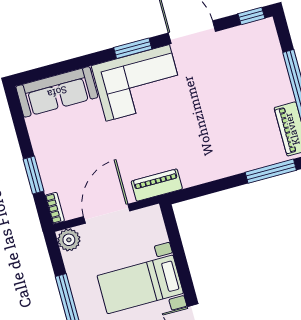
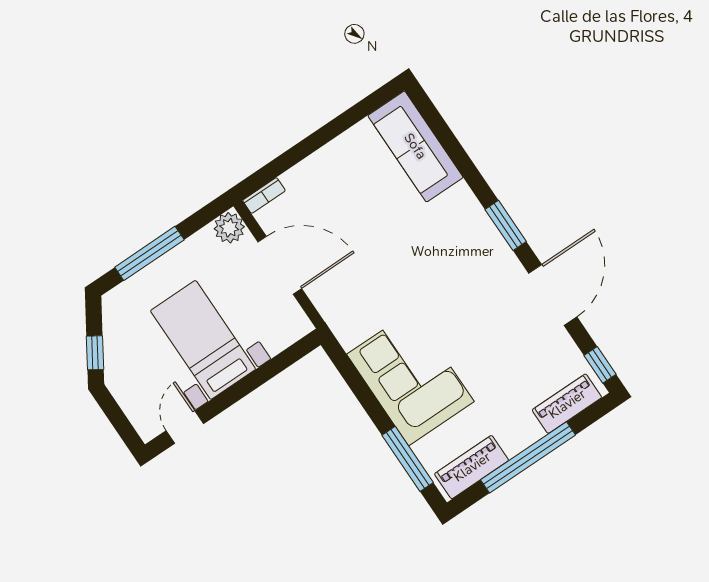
corner sofa: (138, 83) -> (410, 378), moved, turned 180
window: (33, 175) -> (297, 153), removed
piano: (157, 185) -> (567, 404), moved, turned -90

